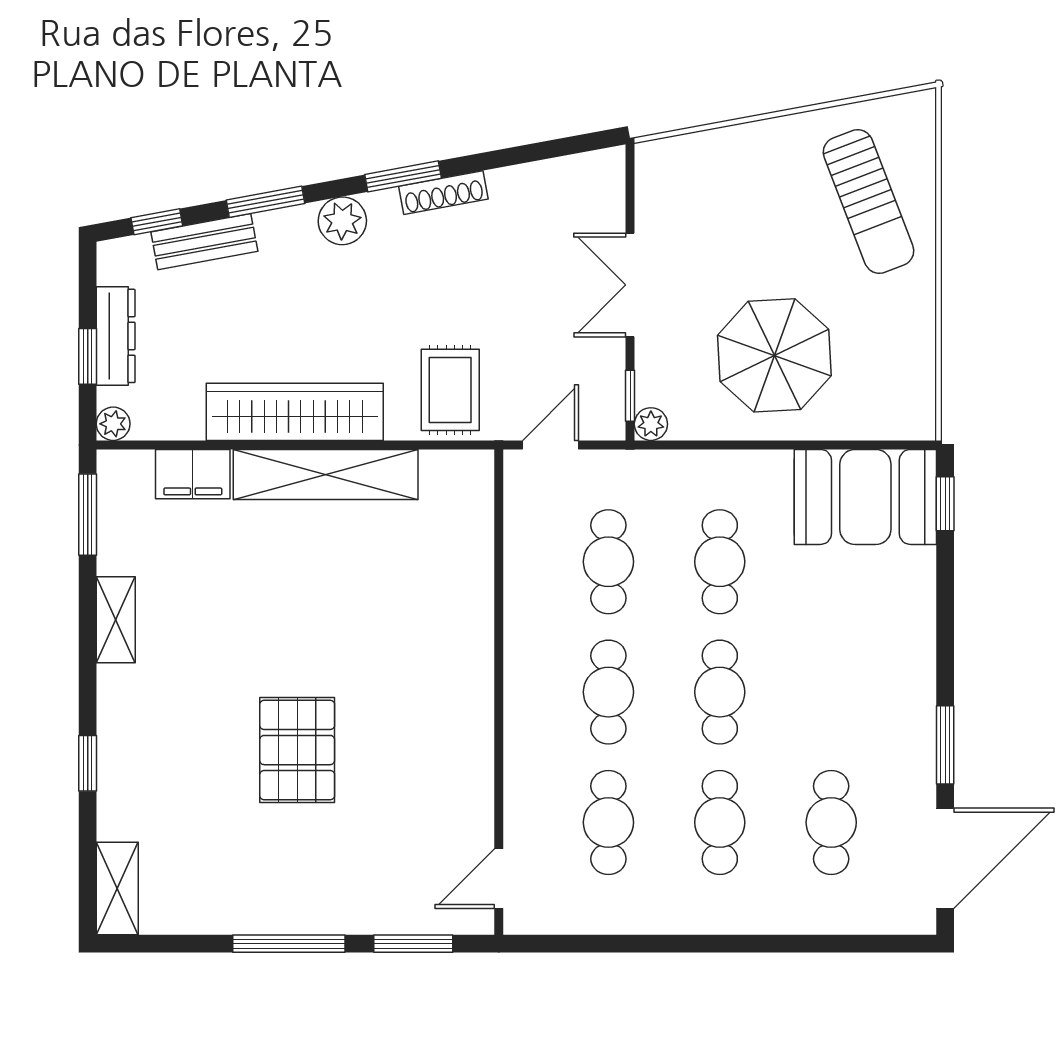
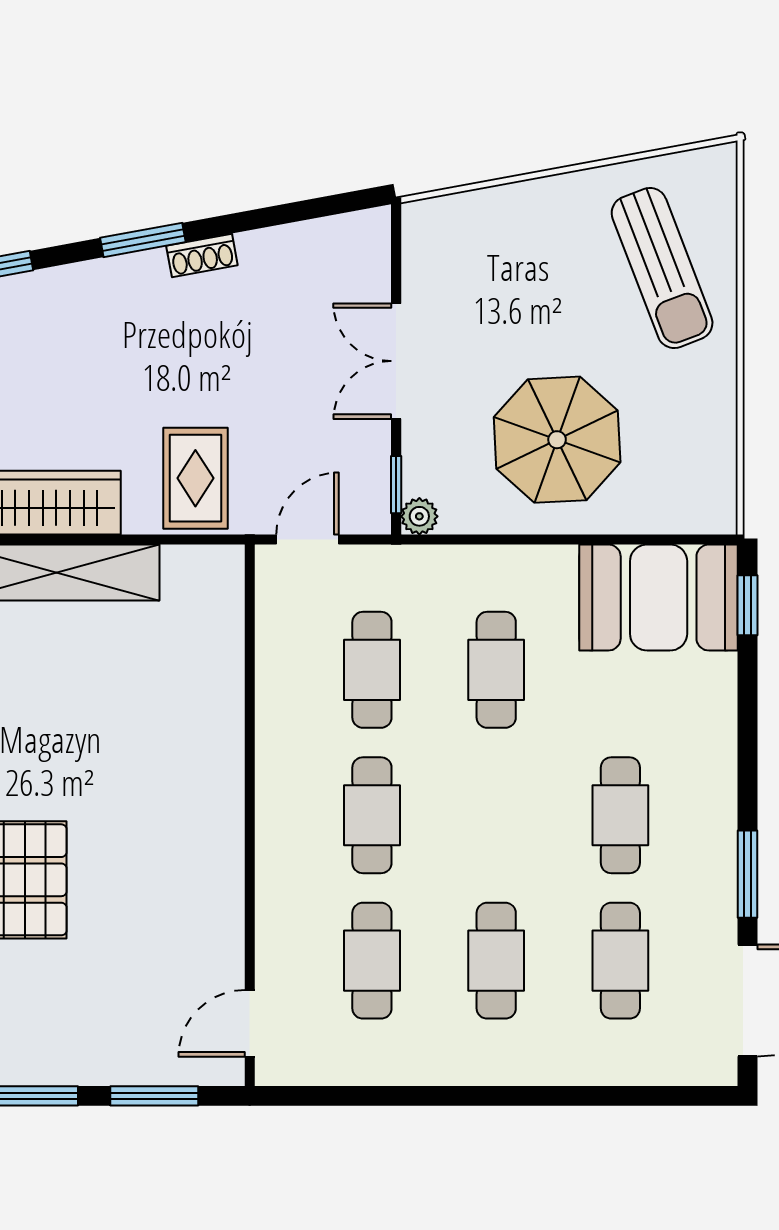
shoe rack: (443, 193) -> (202, 256), width x0.70
plant: (342, 221) -> (75, 290), removed
cafe table: (720, 692) -> (620, 815), moved

